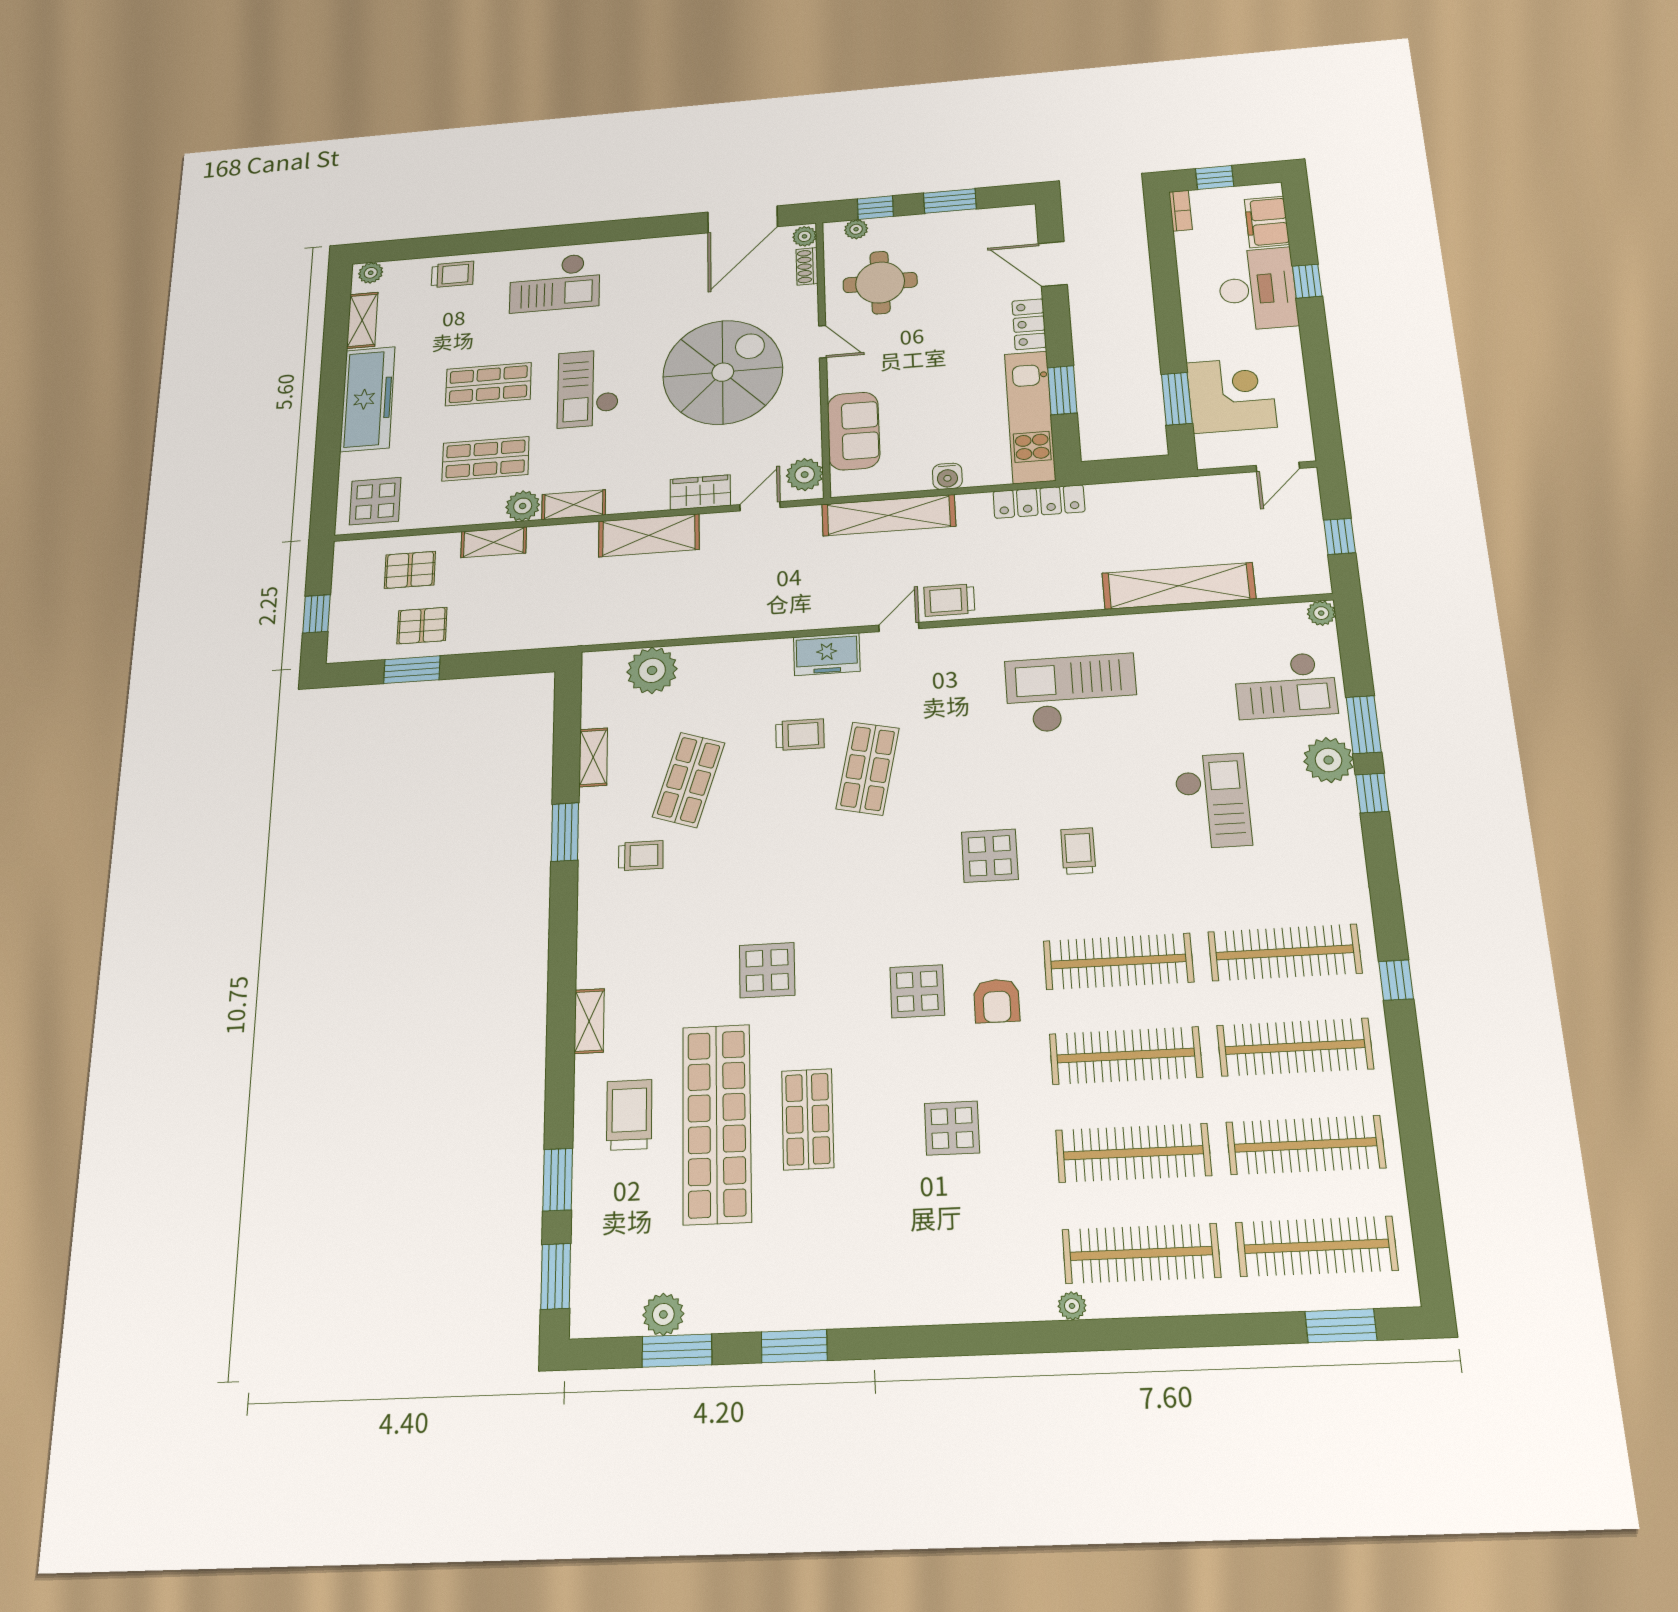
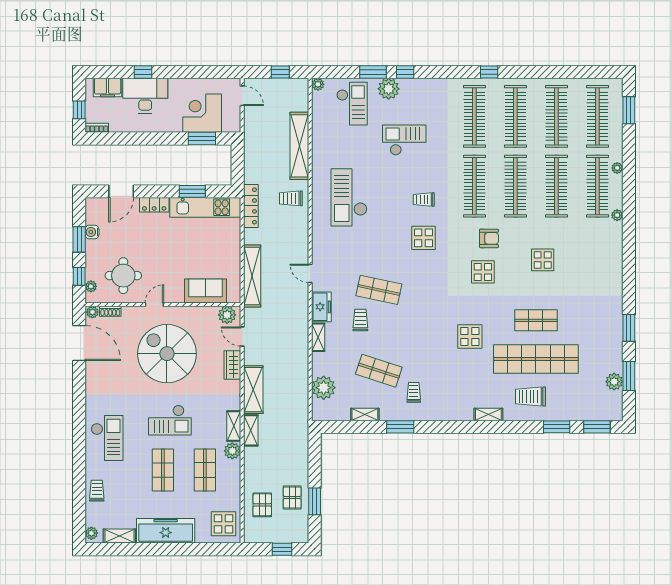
water cooler: (947, 476) -> (92, 232), moved, turned 180
shelving: (494, 542) -> (251, 430), moved
trolley: (949, 600) -> (291, 198), moved, turned 90
shelving: (760, 652) -> (318, 337), added
plant: (1191, 1301) -> (617, 168), added

